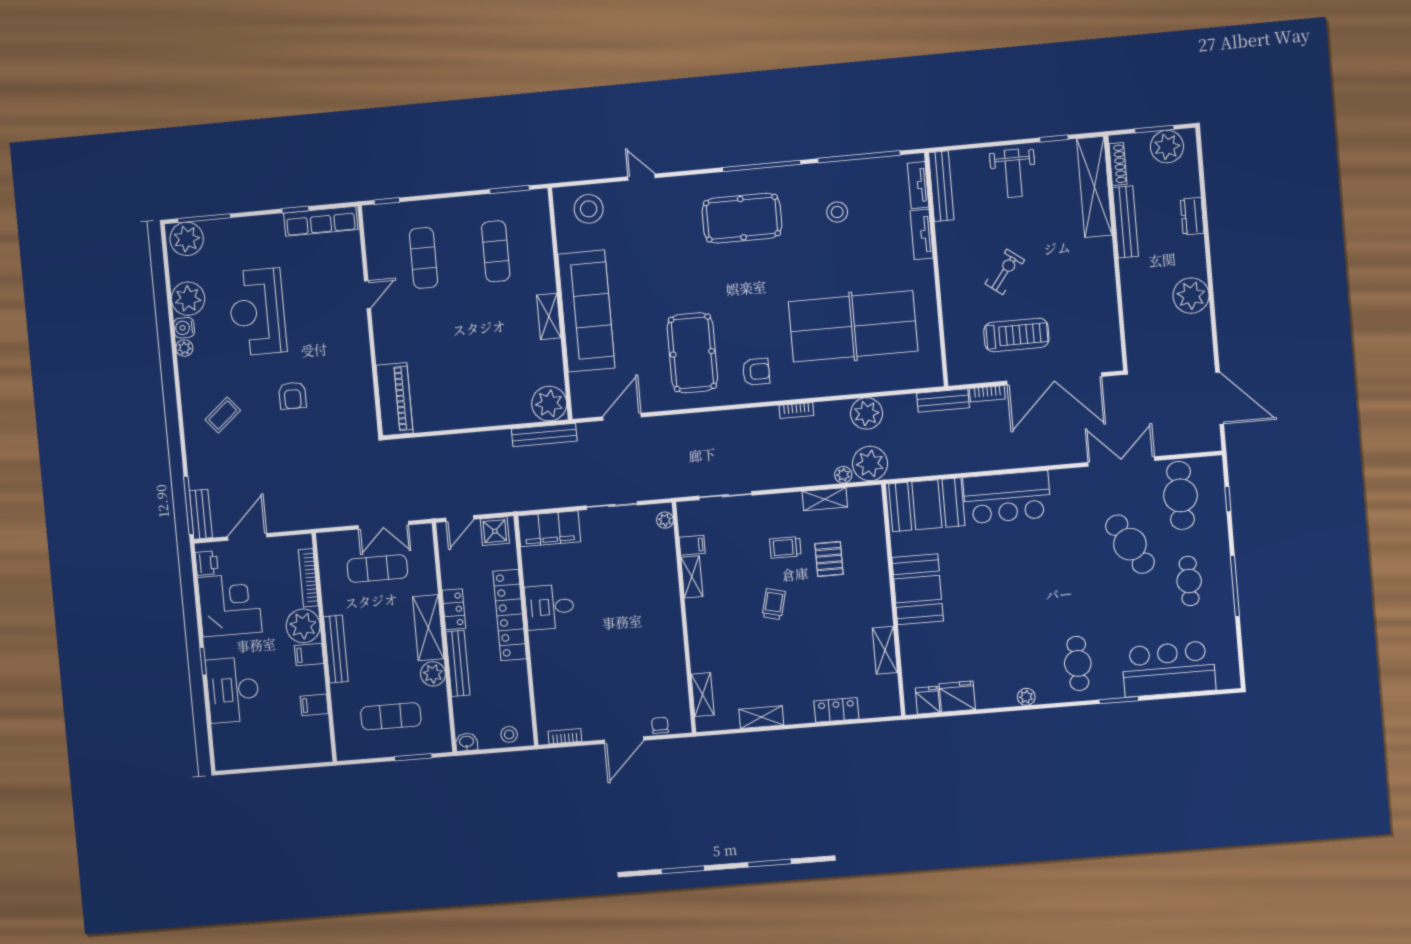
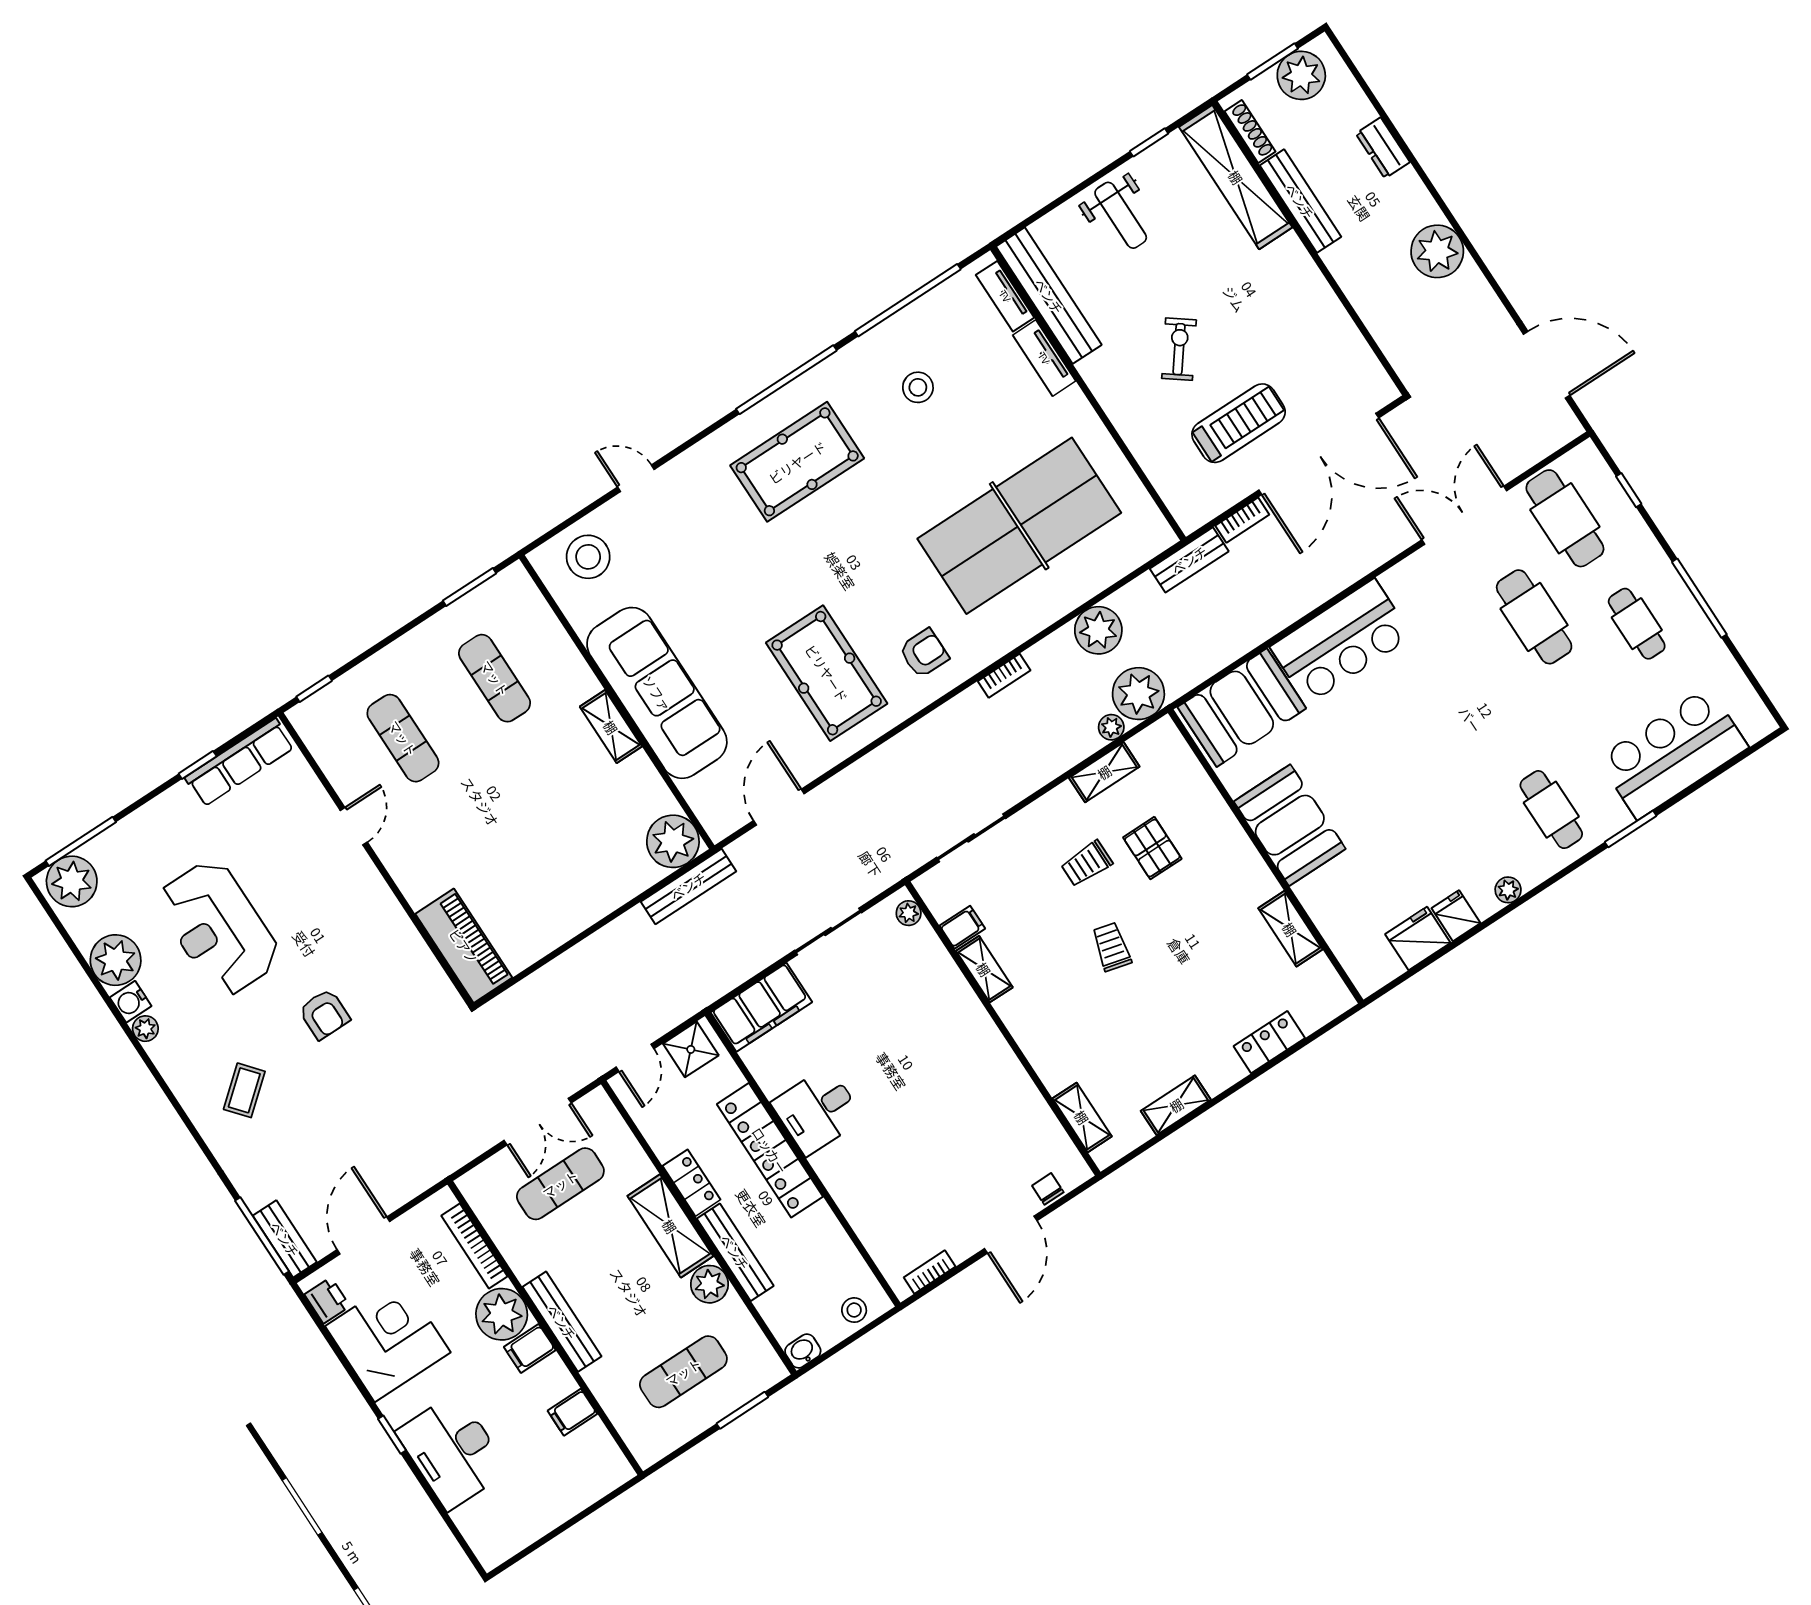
bench: (941, 186) -> (1049, 296), width x1.37, depth x1.21
cafe table: (1130, 544) -> (1534, 617), turned 30
fridge: (928, 700) -> (1456, 916), moved

